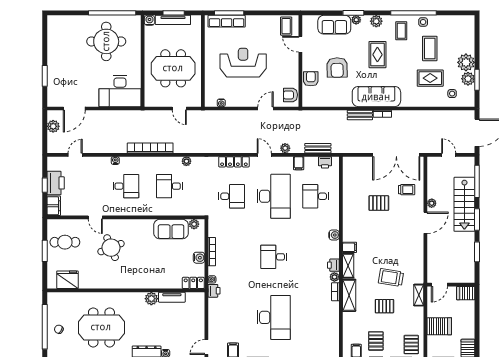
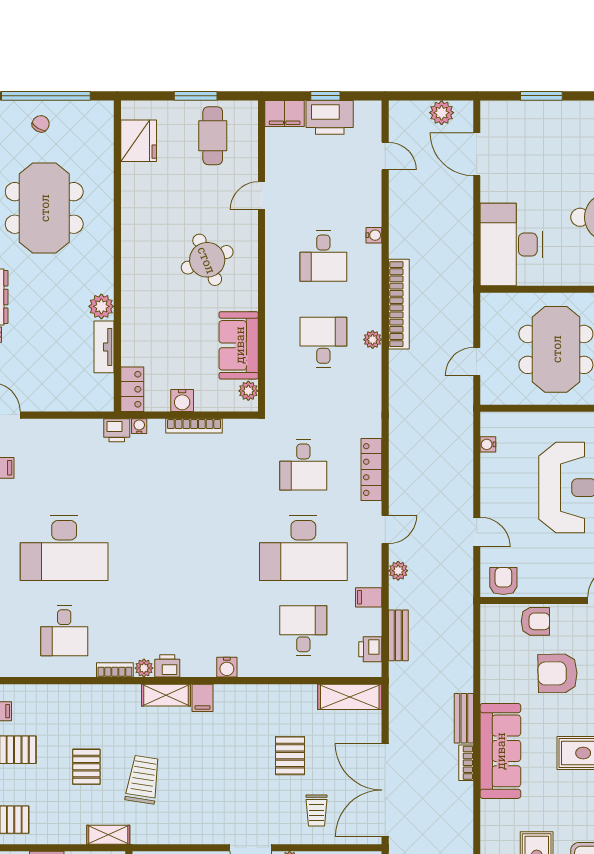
plant: (186, 161) -> (373, 340), moved
round table: (111, 248) -> (207, 260), moved
desk: (274, 257) -> (64, 631), moved, turned 180
shelving: (349, 295) -> (350, 697), moved

